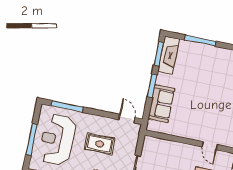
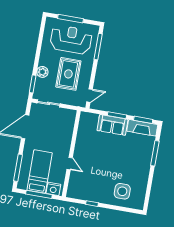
sofa: (161, 104) -> (113, 125), moved
rug: (100, 144) -> (68, 74), width x1.36, depth x1.43
door: (210, 146) -> (70, 164), swing flipped

